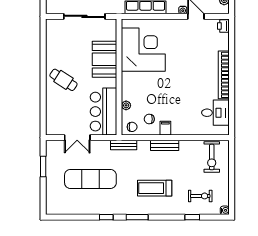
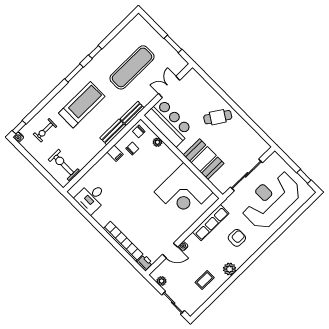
bookcase: (224, 75) -> (123, 241), moved
bench: (165, 145) -> (113, 132), moved
treadmill: (155, 188) -> (82, 105), width x1.37, depth x1.38
window: (192, 217) -> (19, 127), moved

